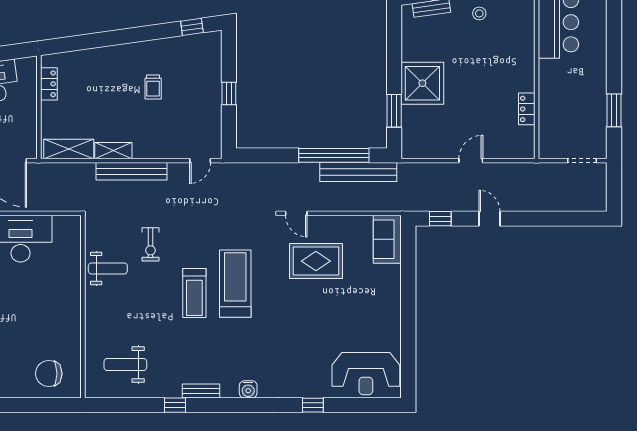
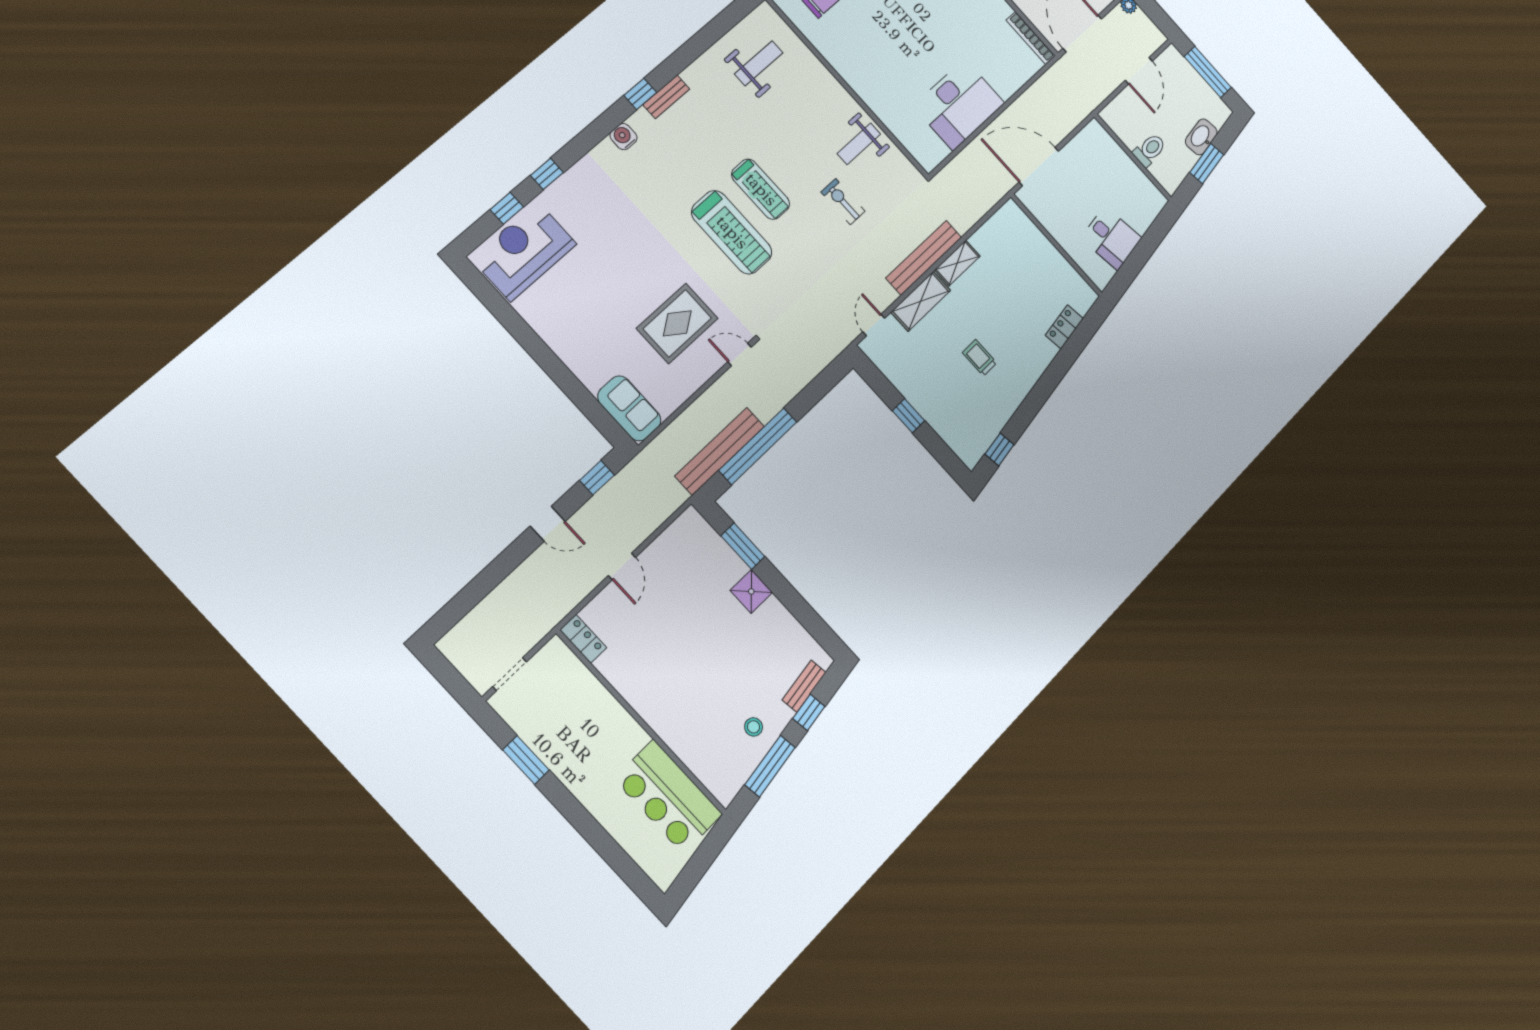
shower: (422, 83) -> (751, 591), width x0.54, depth x0.54
locker: (49, 84) -> (1064, 327), moved, turned 82
locker: (527, 109) -> (583, 639), moved
shelving: (69, 149) -> (921, 301), moved
treadmill: (194, 293) -> (761, 189), turned 180
window: (175, 405) -> (640, 94), moved
window: (354, 405) -> (507, 208), added

